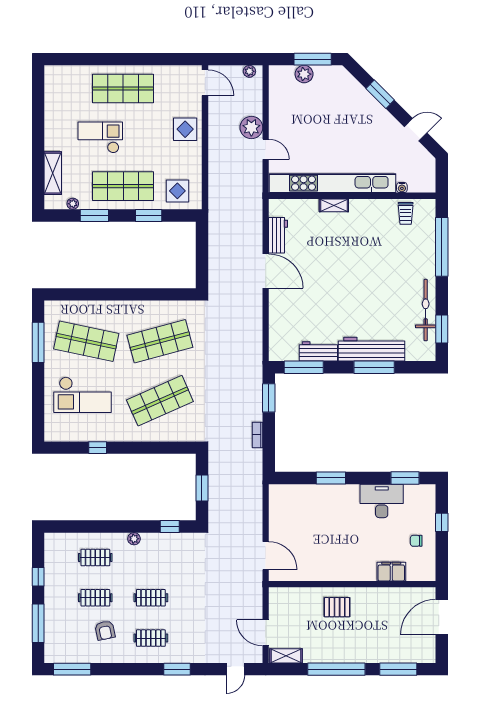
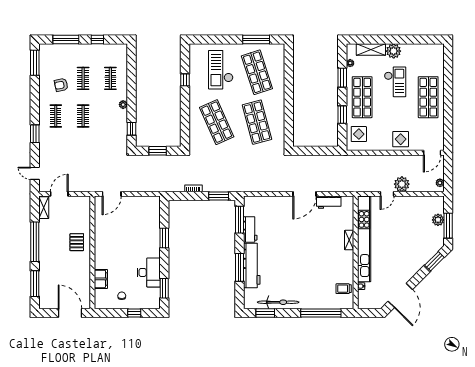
window: (380, 94) -> (434, 261), moved
door: (416, 130) -> (400, 295), width x1.88
plant: (55, 140) -> (394, 51), added
shop shelf: (86, 341) -> (257, 72), turned -30

